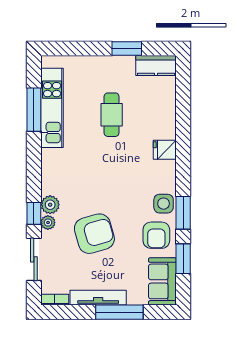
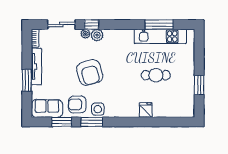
kitchen counter: (156, 65) -> (188, 104), removed
fridge: (165, 150) -> (146, 110), moved
armchair: (94, 234) -> (90, 73), moved
window: (119, 312) -> (27, 80), width x0.69

